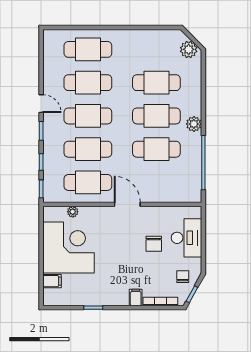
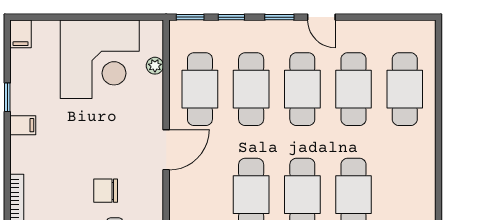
door: (41, 104) -> (321, 17), hinge flipped
filing cabinet: (52, 281) -> (21, 34), moved
filing cabinet: (136, 298) -> (23, 125), moved

